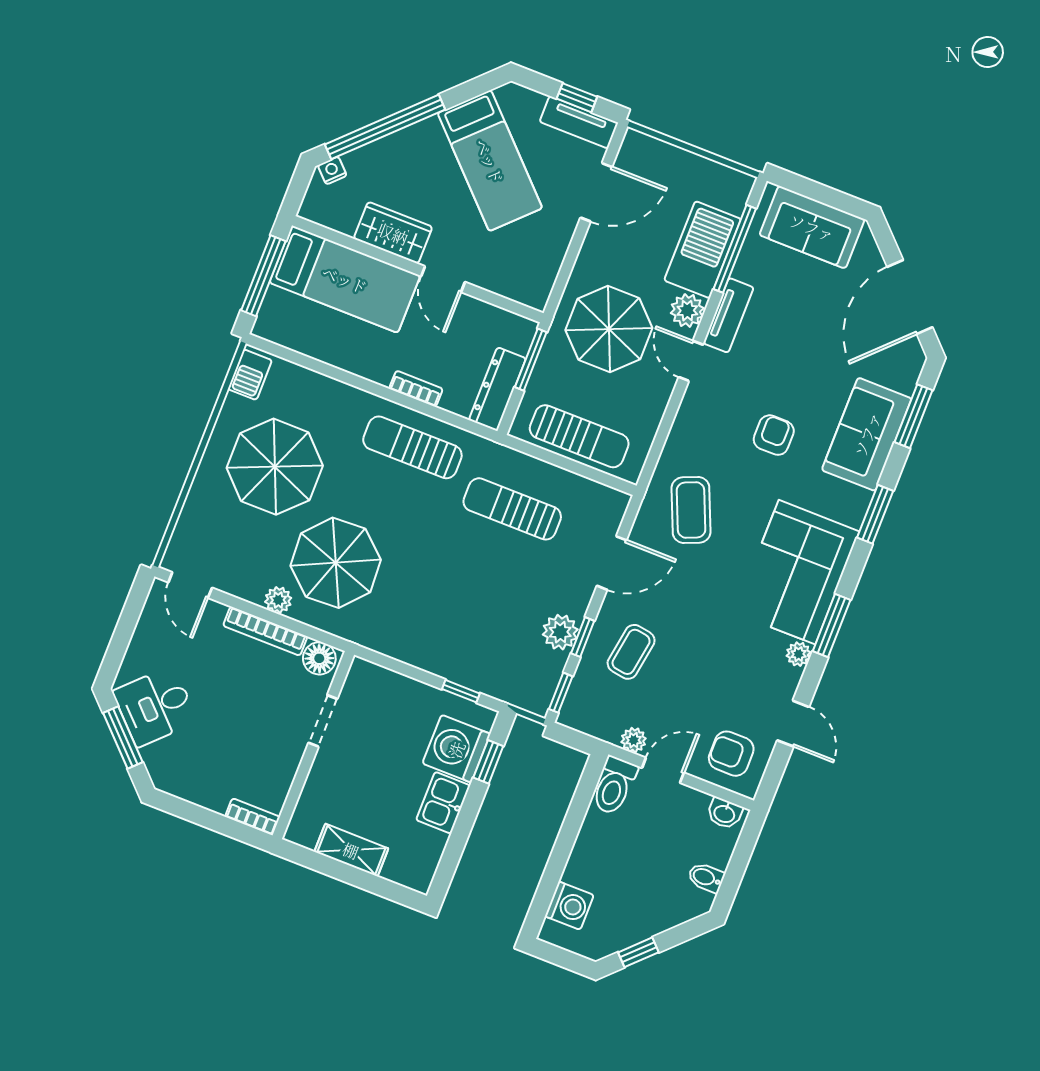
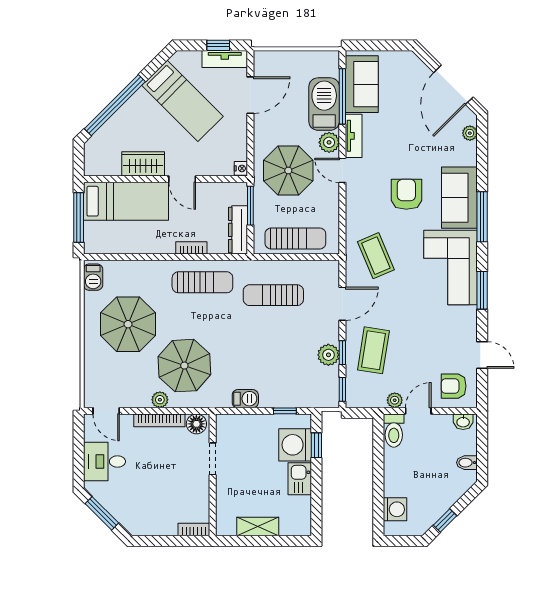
nightstand: (332, 171) -> (241, 168), moved, turned 135
sofa: (812, 227) -> (362, 84), moved, turned -90
window: (914, 416) -> (482, 152), removed
sofa: (867, 434) -> (459, 198), moved
armchair: (774, 435) -> (406, 194), width x1.38, depth x1.38
sun lounger: (412, 447) -> (202, 282), turned 180
window: (875, 514) -> (482, 217), width x1.44
barbecue: (408, 649) -> (245, 399), added
coffee table: (631, 652) -> (373, 350), width x1.36, depth x1.30
plant: (799, 654) -> (470, 133), moved
desk: (155, 706) -> (104, 461), moved, turned 45

